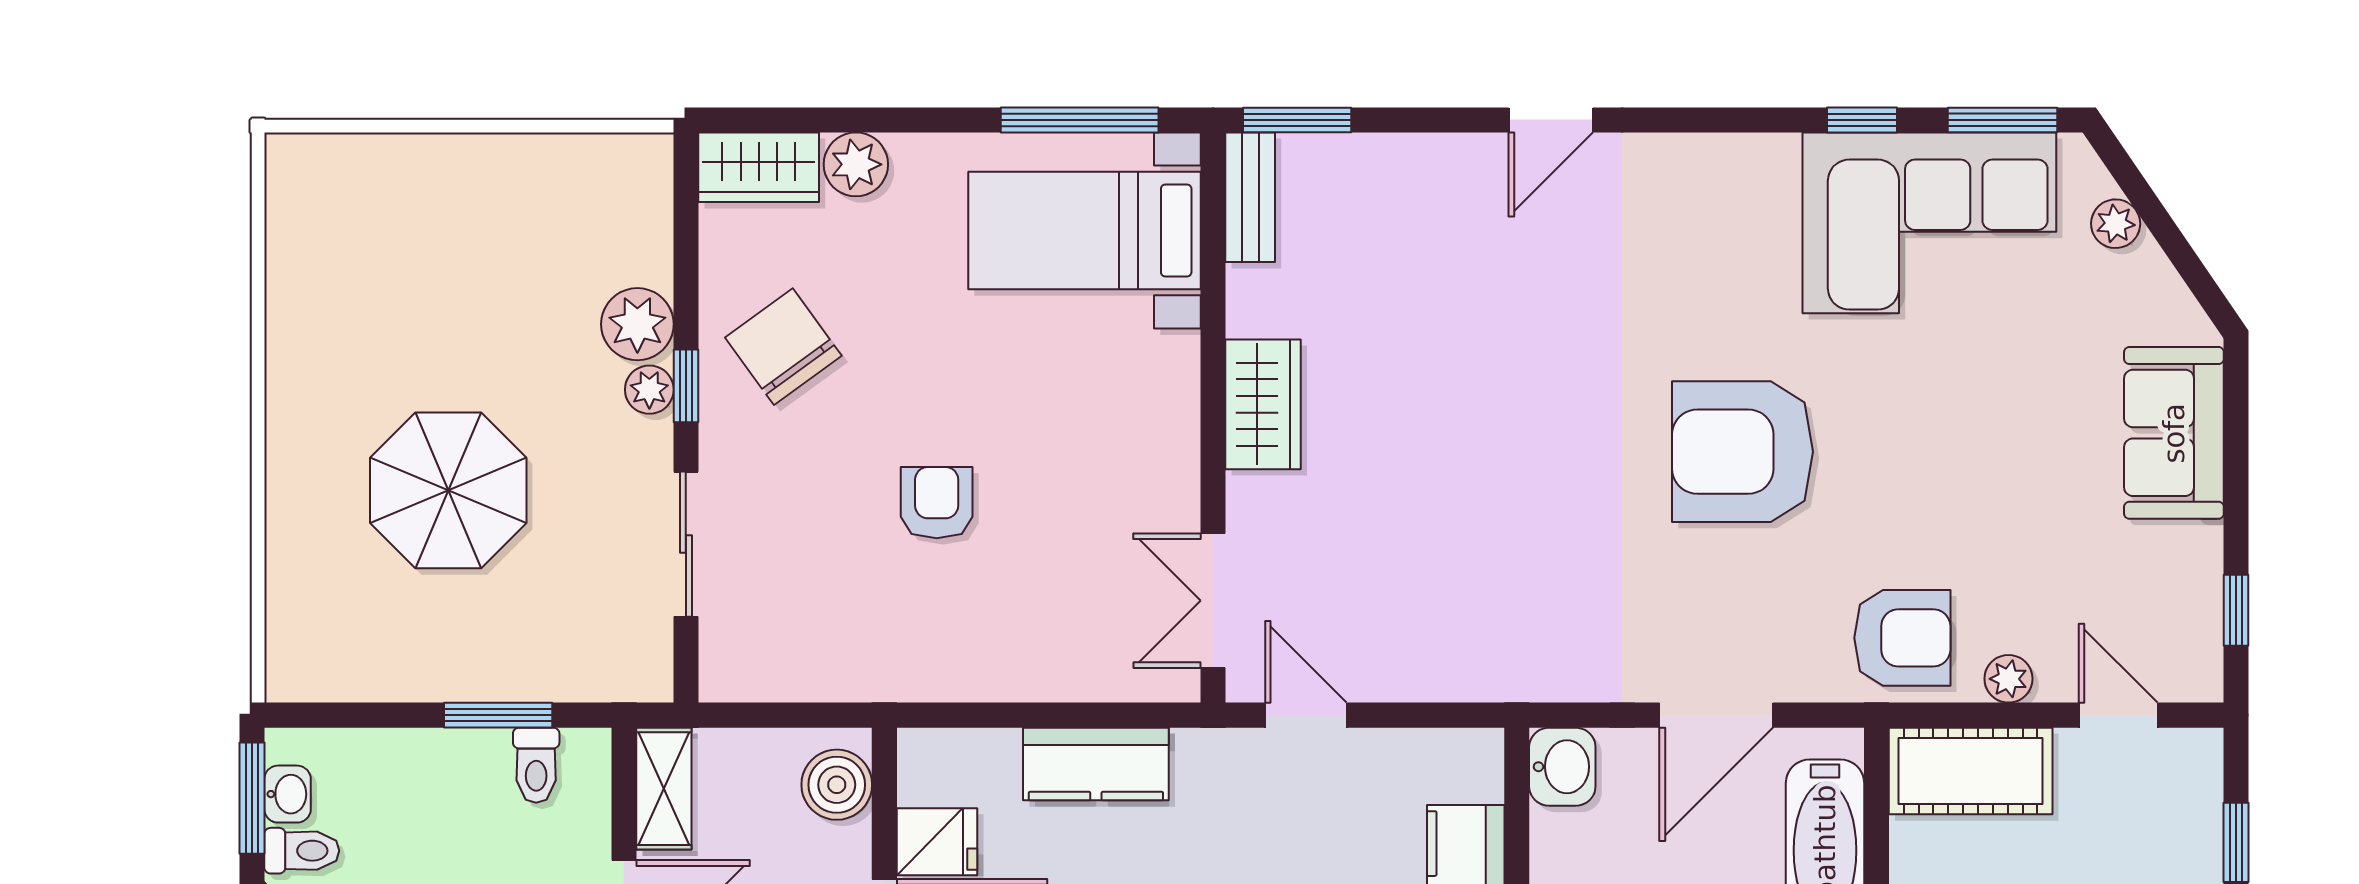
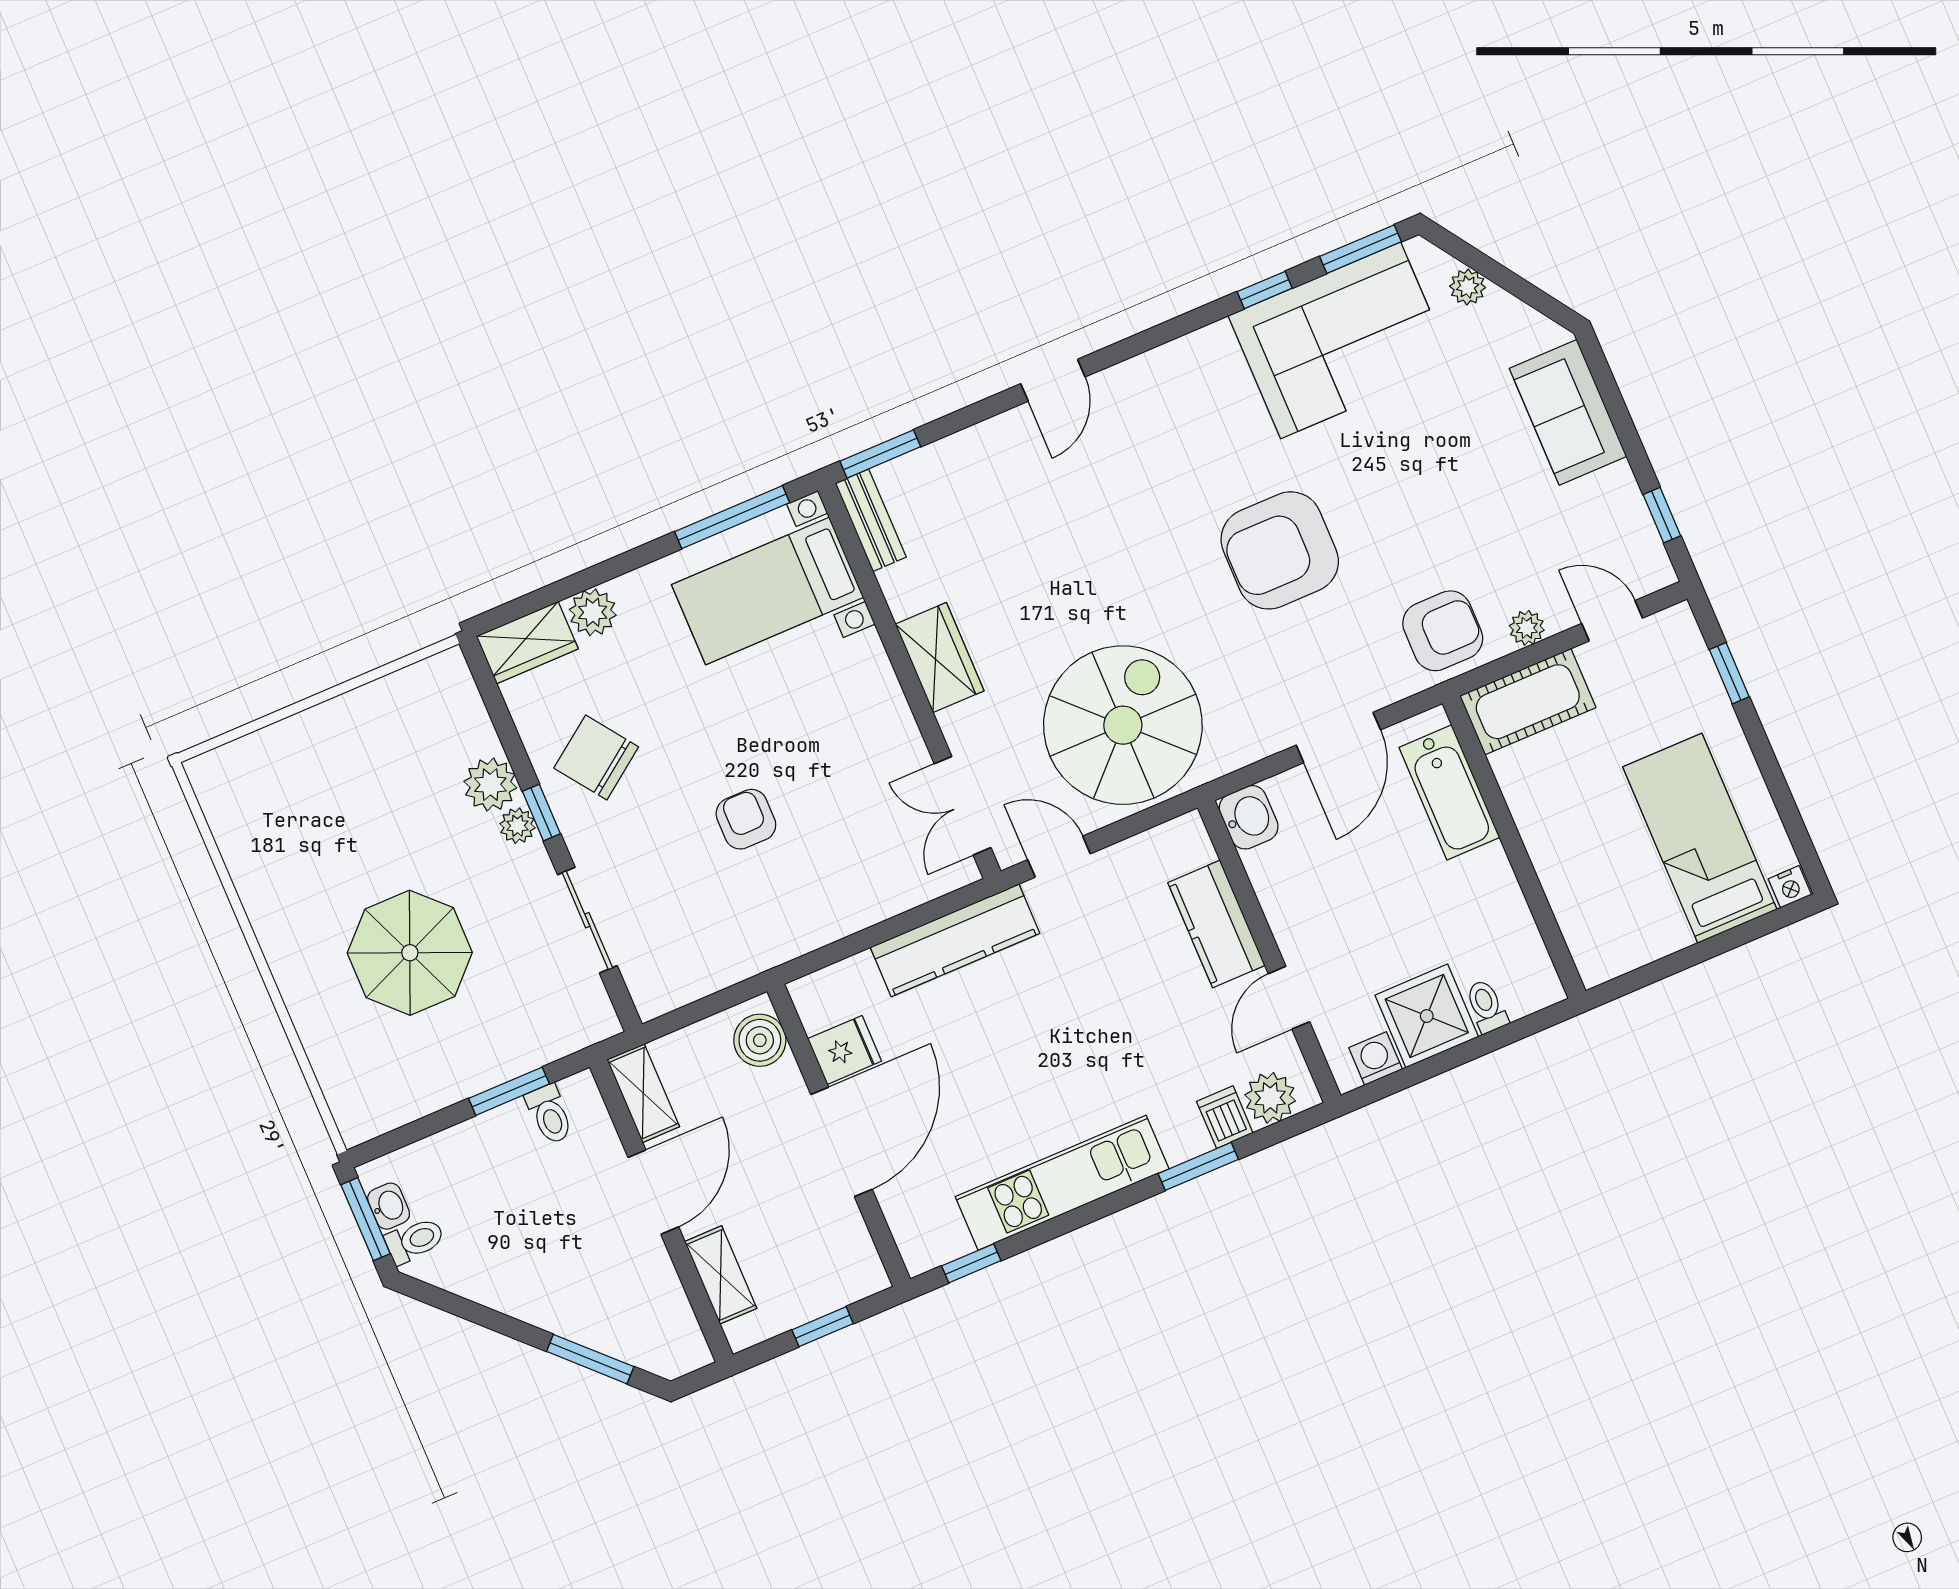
spiral stairs: (1455, 586) -> (1123, 725), added
kitchen counter: (1096, 764) -> (955, 940), width x1.50

